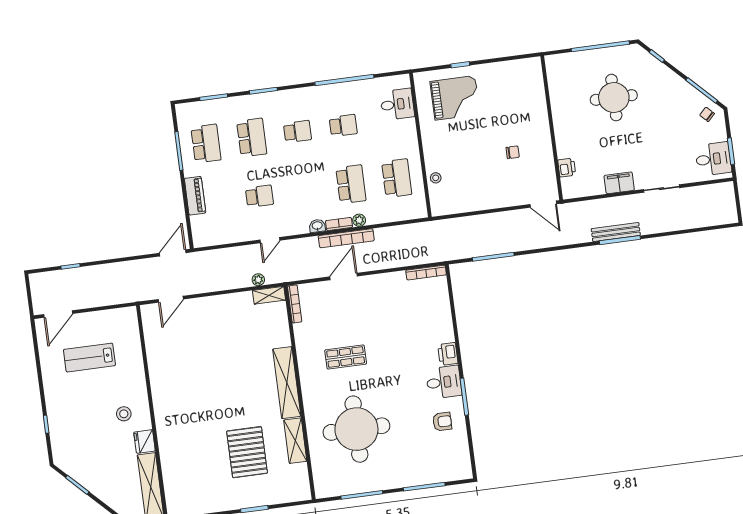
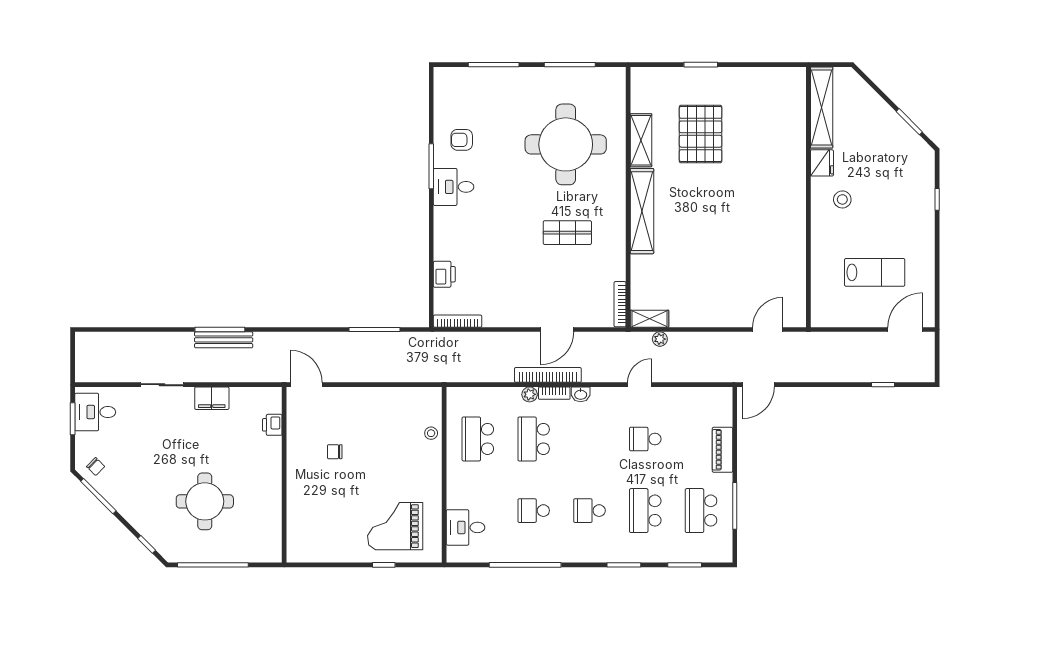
printer: (448, 354) -> (444, 274), moved

